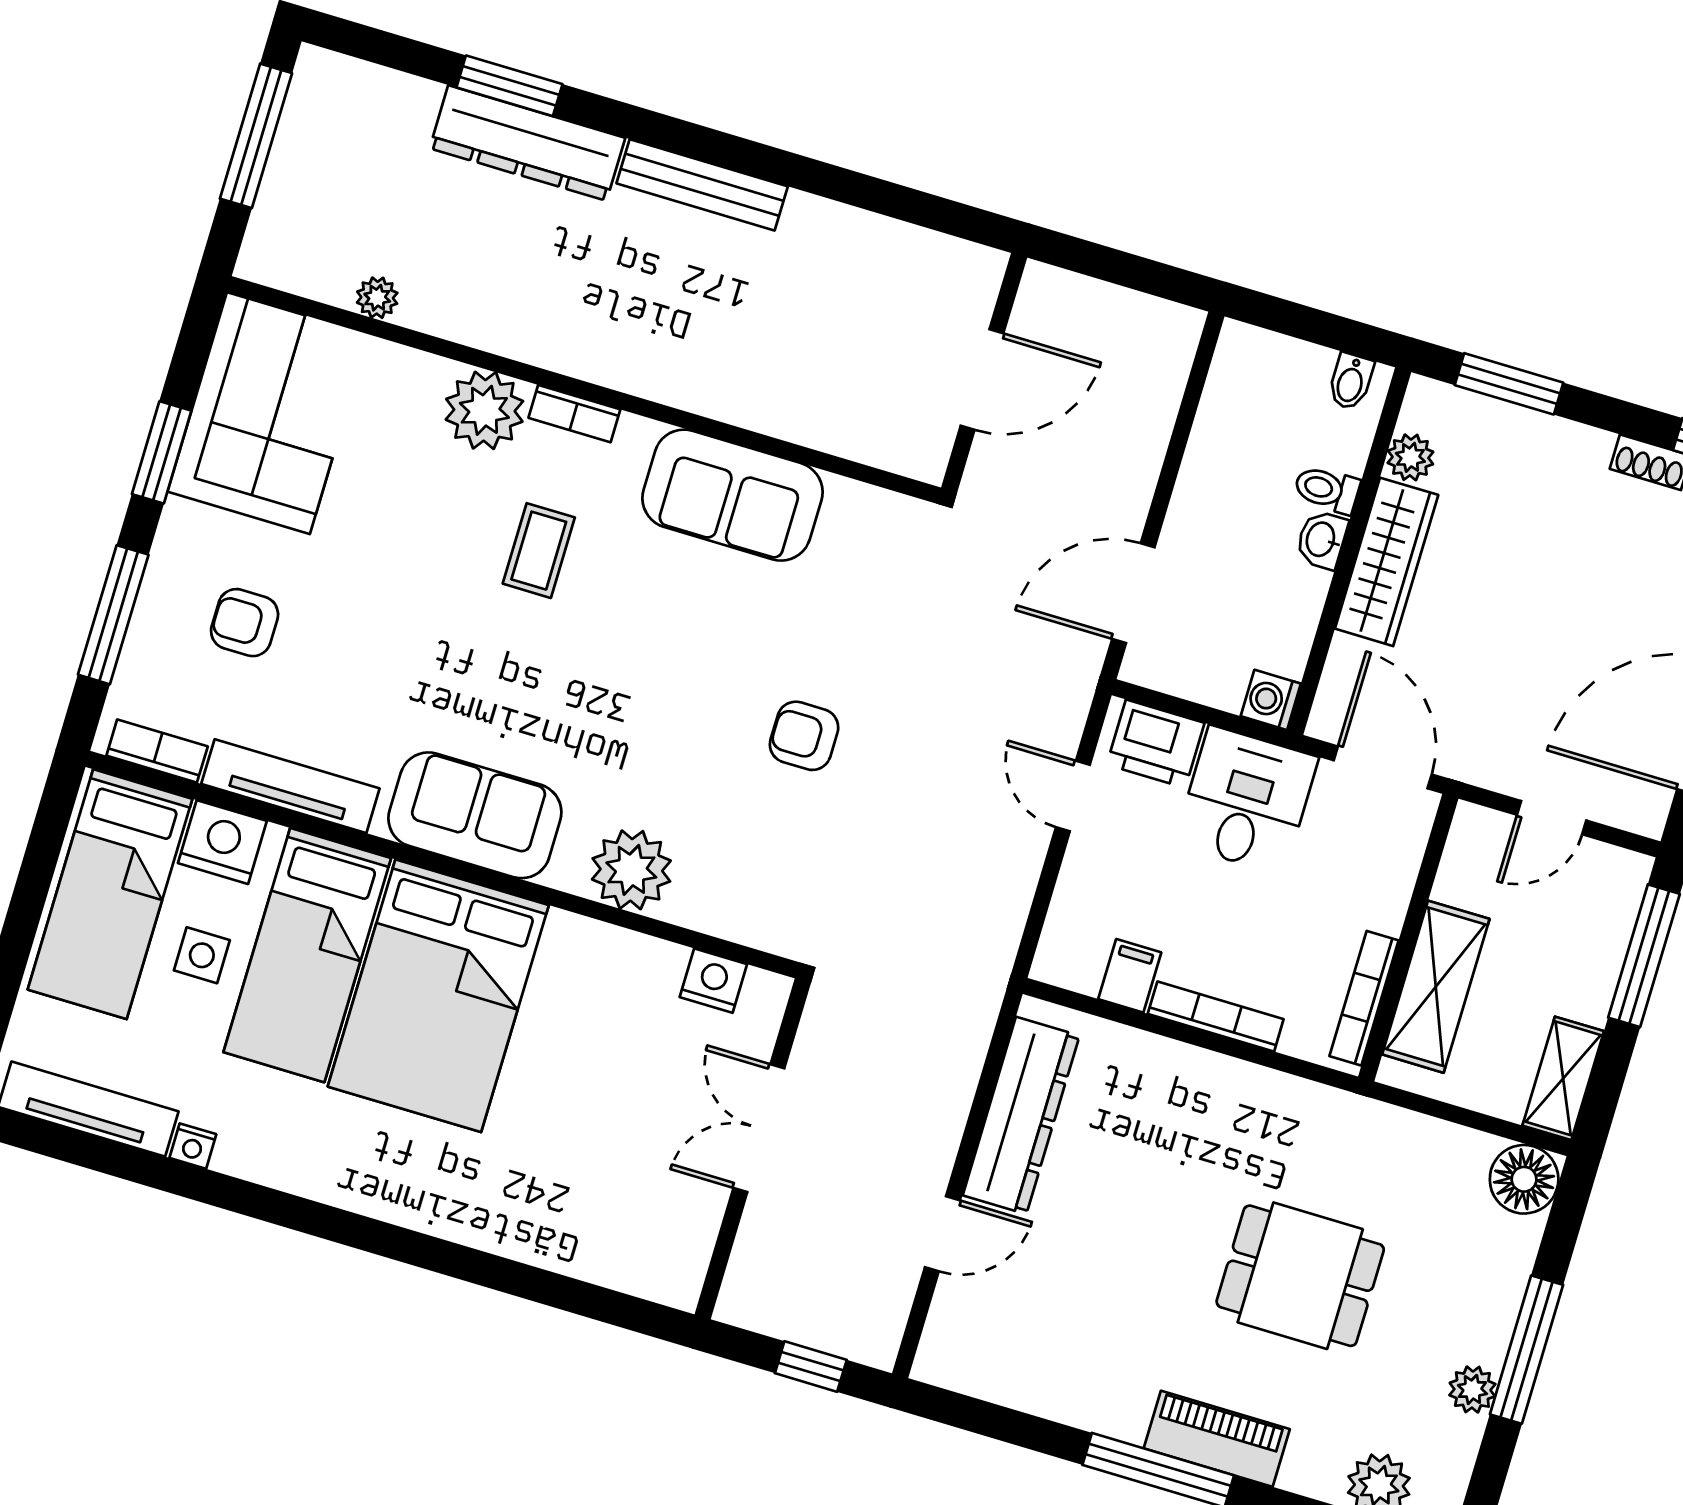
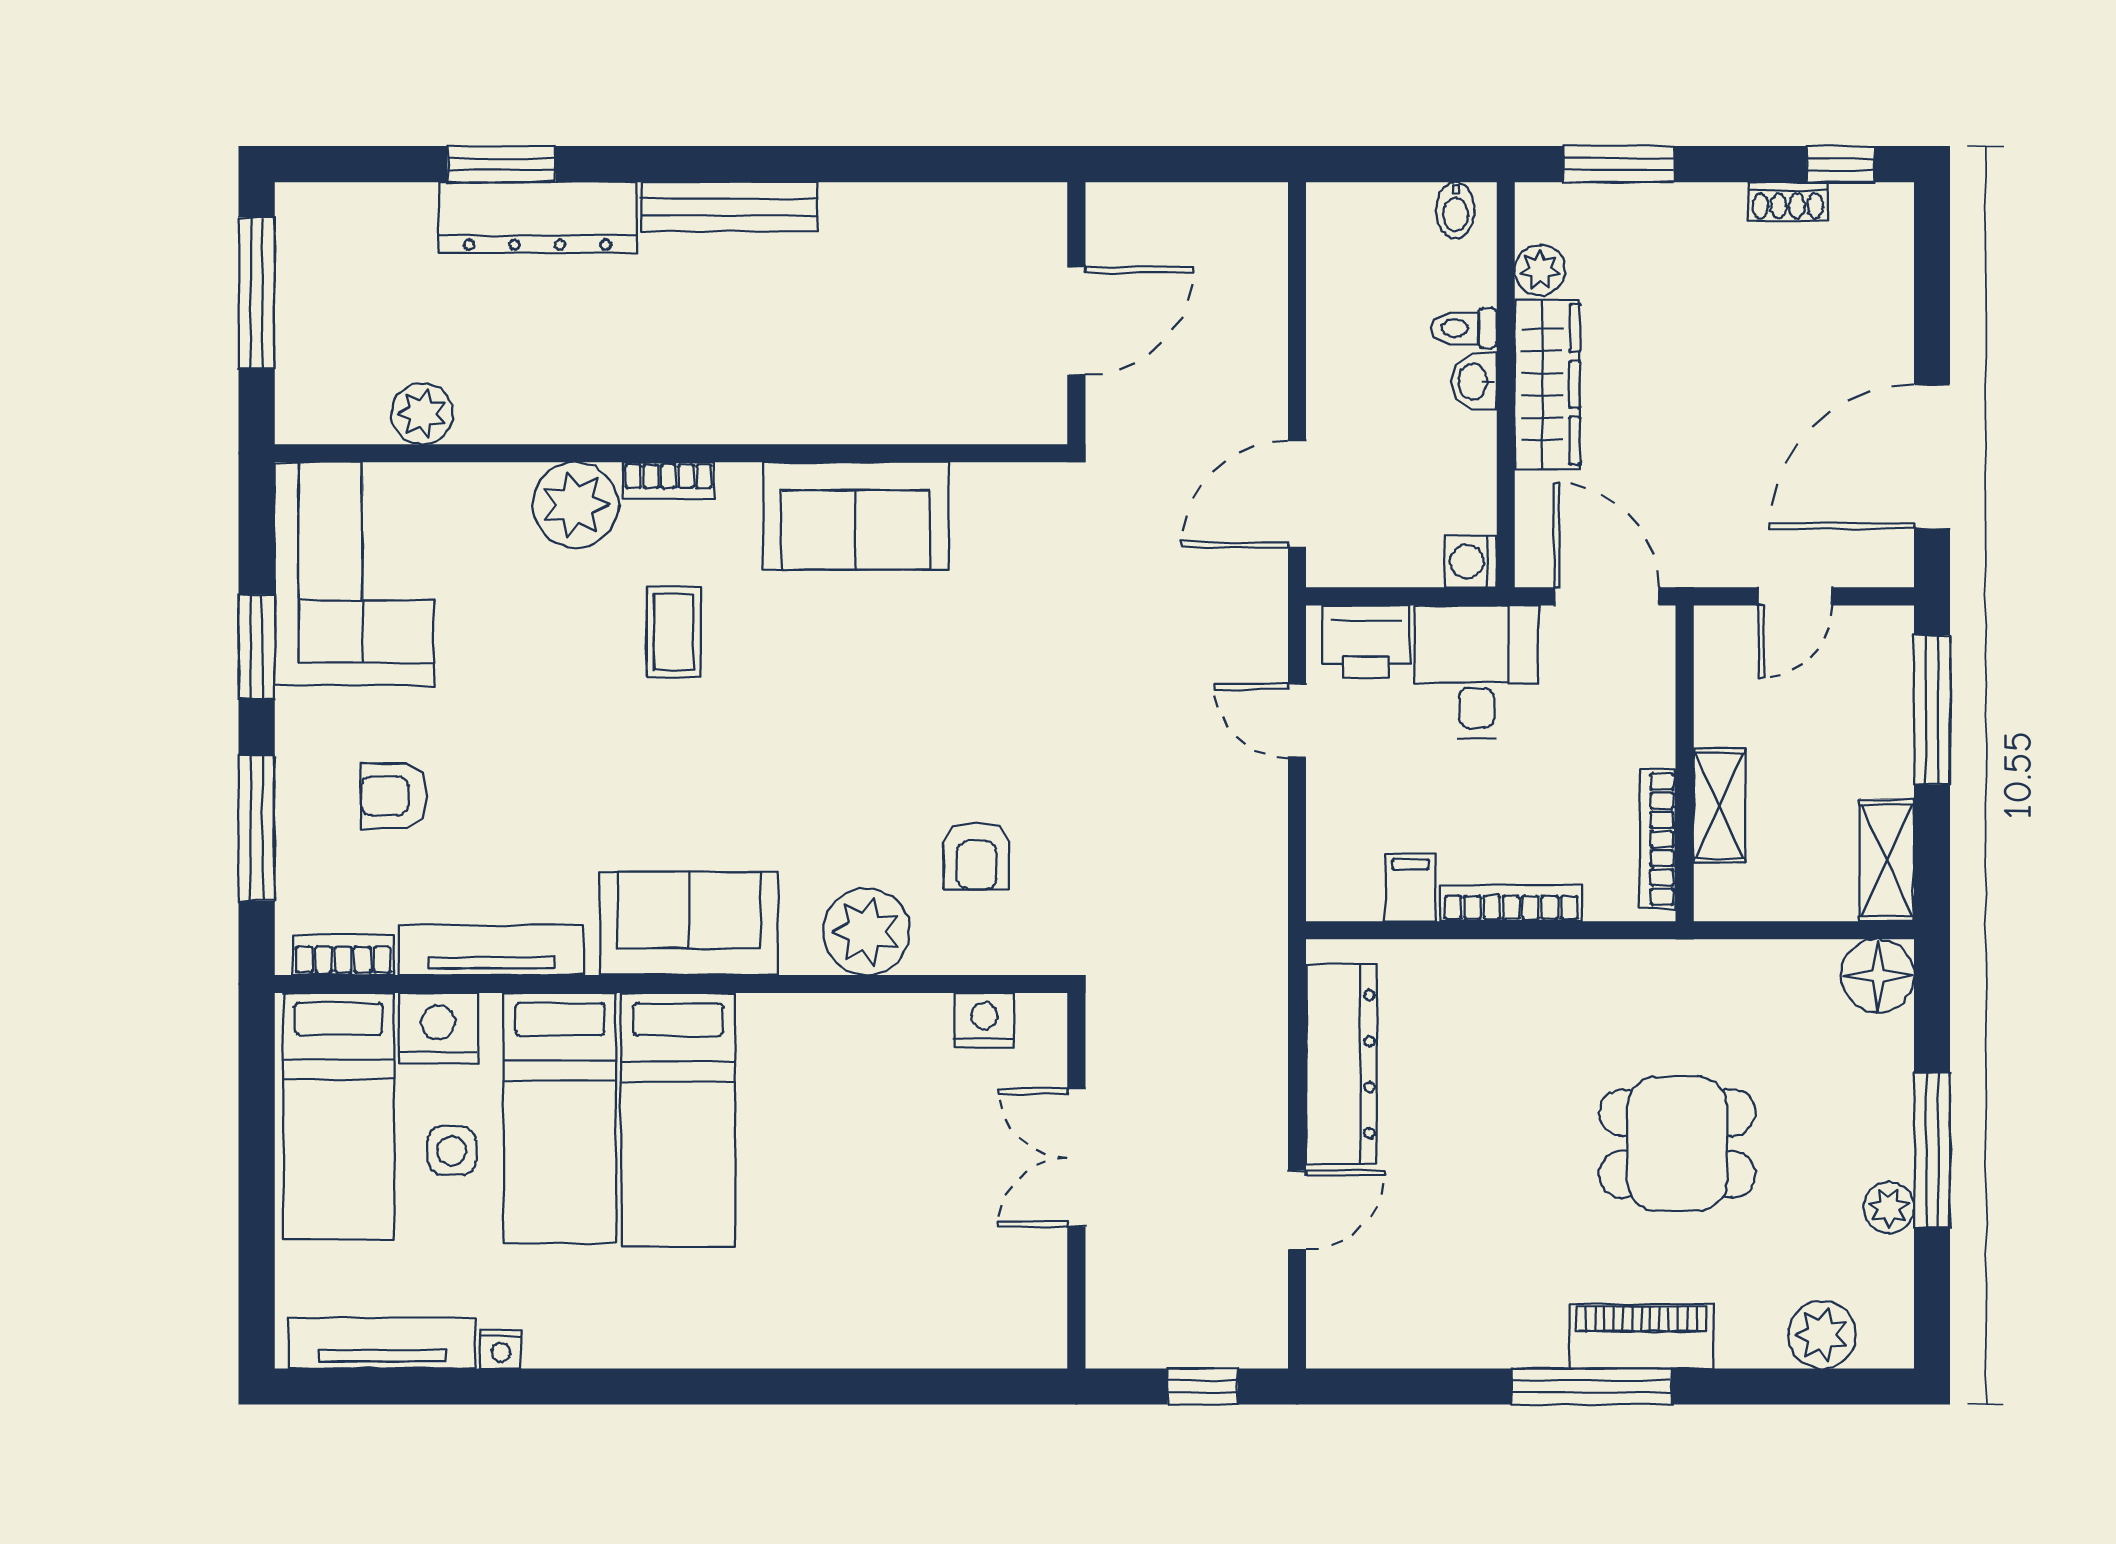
plant: (377, 298) -> (422, 414), width x1.38, depth x1.38
armchair: (804, 736) -> (977, 856), moved, turned -90
shelving: (1436, 987) -> (1719, 805), width x0.67, depth x0.75
bed: (438, 996) -> (678, 1120), width x0.67

